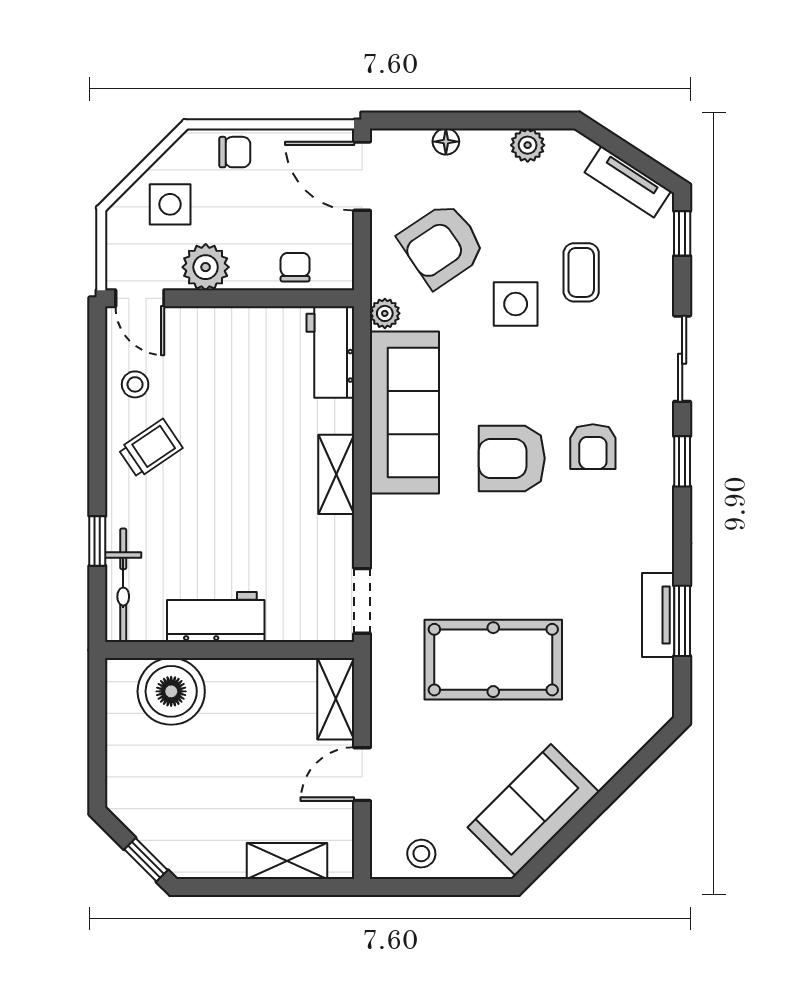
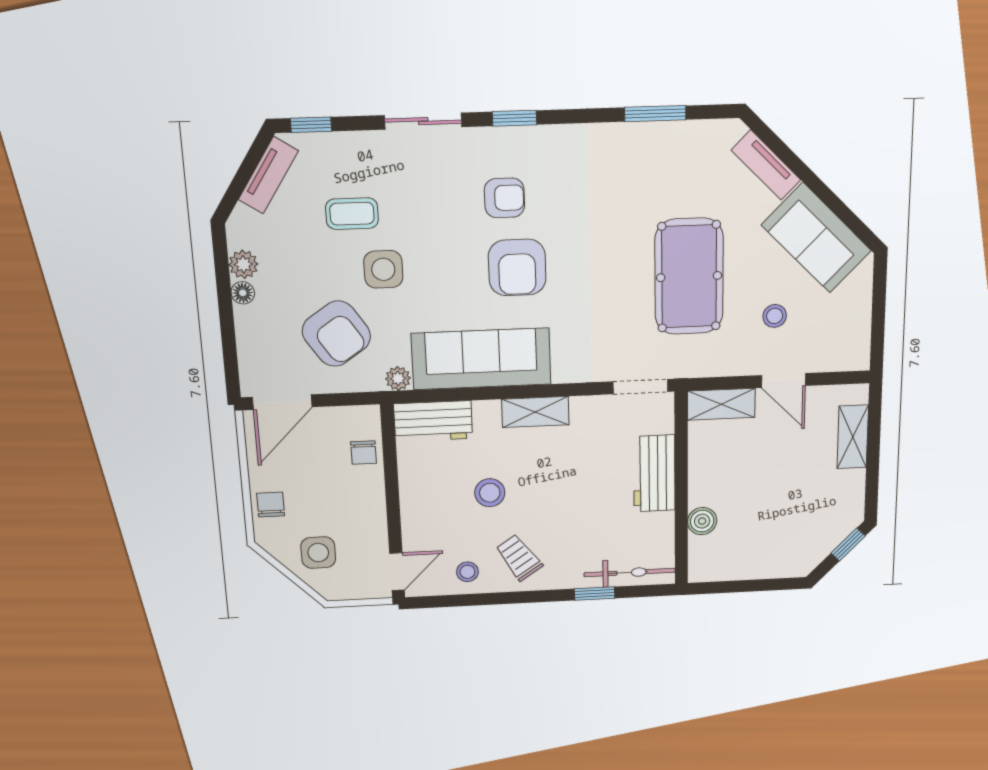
floor lamp: (446, 142) -> (243, 293), moved
plant: (206, 267) -> (368, 523), removed
chair: (295, 267) -> (364, 453), turned -90
stool: (237, 416) -> (490, 493), added
tv unit: (658, 615) -> (766, 165), moved, turned 45
workbench: (216, 617) -> (654, 473), moved
boiler: (171, 691) -> (702, 521), width x0.54, depth x0.54
stool: (421, 854) -> (775, 316), moved

